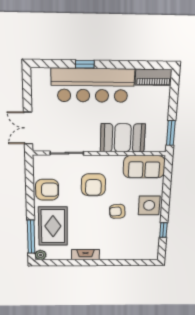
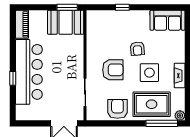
booth: (123, 138) -> (66, 22), moved, turned 90
sofa: (144, 167) -> (168, 20), moved, turned 90
side table: (149, 205) -> (149, 73), moved
window: (163, 230) -> (122, 7), moved

